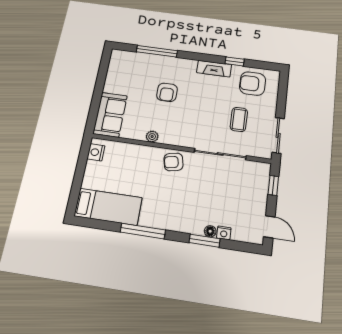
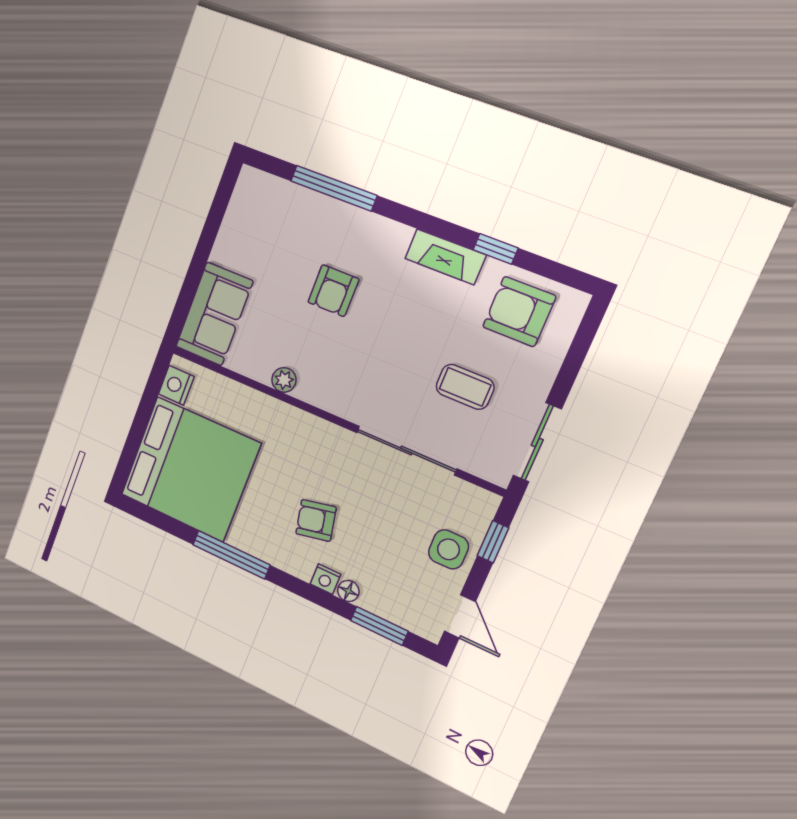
coffee table: (239, 119) -> (465, 387), turned 90
armchair: (174, 162) -> (316, 520), moved
side table: (254, 195) -> (449, 549), added
bed: (108, 207) -> (190, 469), width x2.04
nightstand: (224, 233) -> (325, 579), moved
window: (205, 241) -> (379, 626), moved

